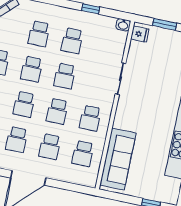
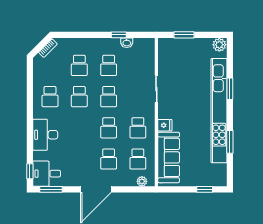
washbasin: (123, 25) -> (127, 43), moved
fridge: (140, 34) -> (165, 125), moved
school desk: (24, 104) -> (79, 128), removed
school desk: (17, 140) -> (79, 159), removed
plant: (82, 180) -> (142, 181), added

